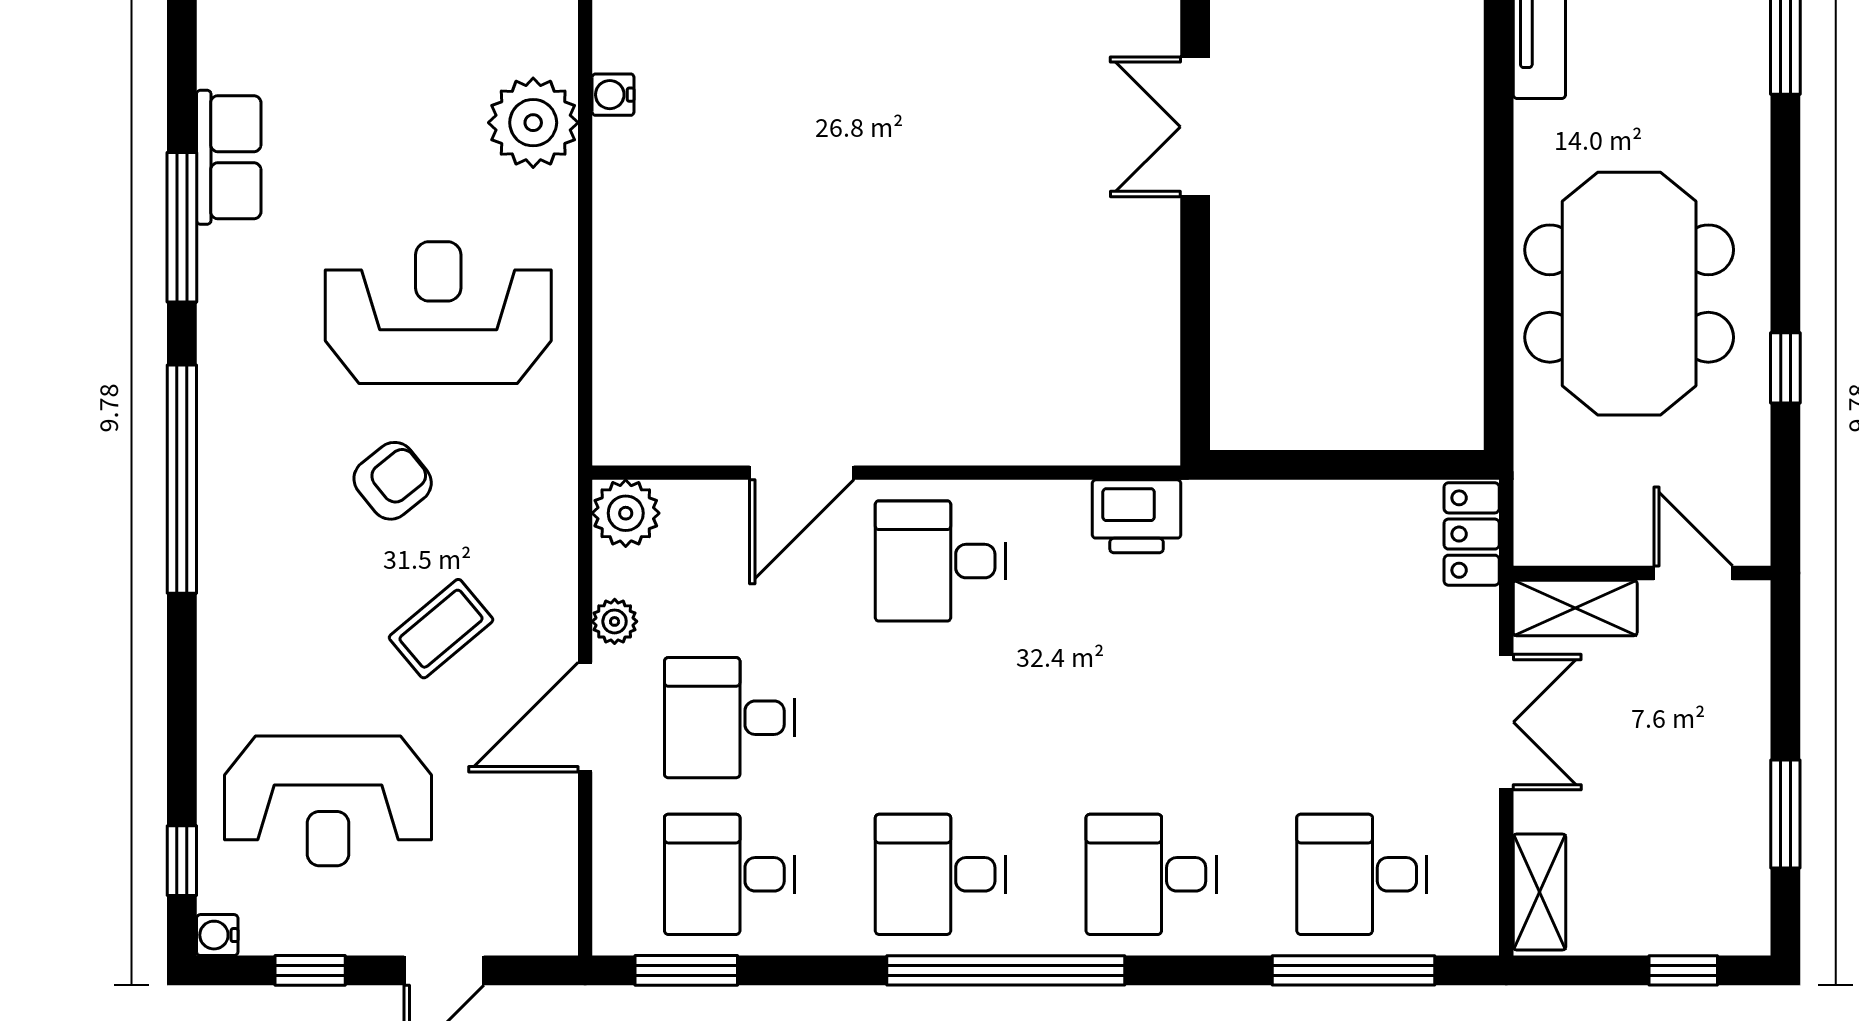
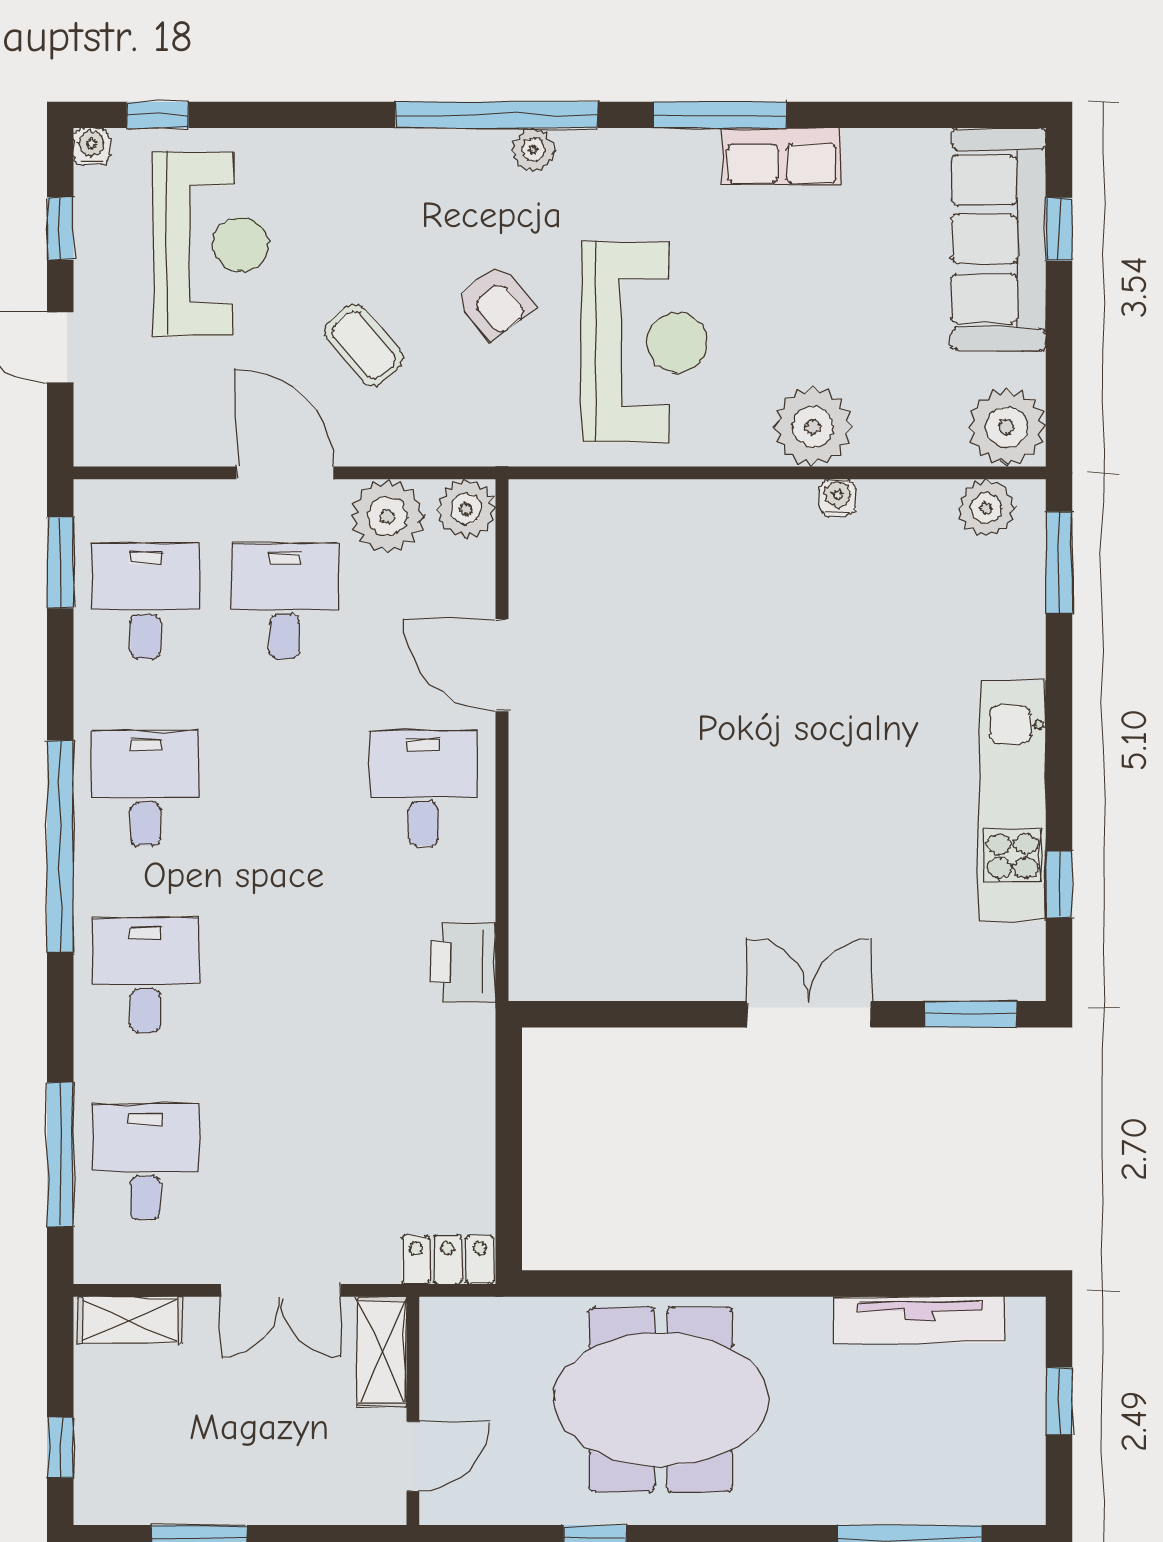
plant: (221, 438) -> (533, 150), added
plant: (615, 621) -> (387, 516), width x1.88, depth x1.88
reception desk: (328, 801) -> (211, 245), turned 180

